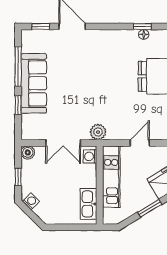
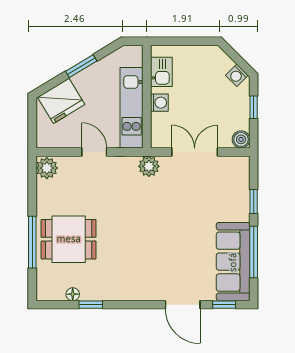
floor lamp: (144, 34) -> (73, 294), moved
sofa: (34, 83) -> (233, 262), moved
door: (140, 143) -> (94, 152), swing flipped
washing machine: (90, 156) -> (159, 103), moved
kitchen sink: (89, 204) -> (161, 72), width x0.73

